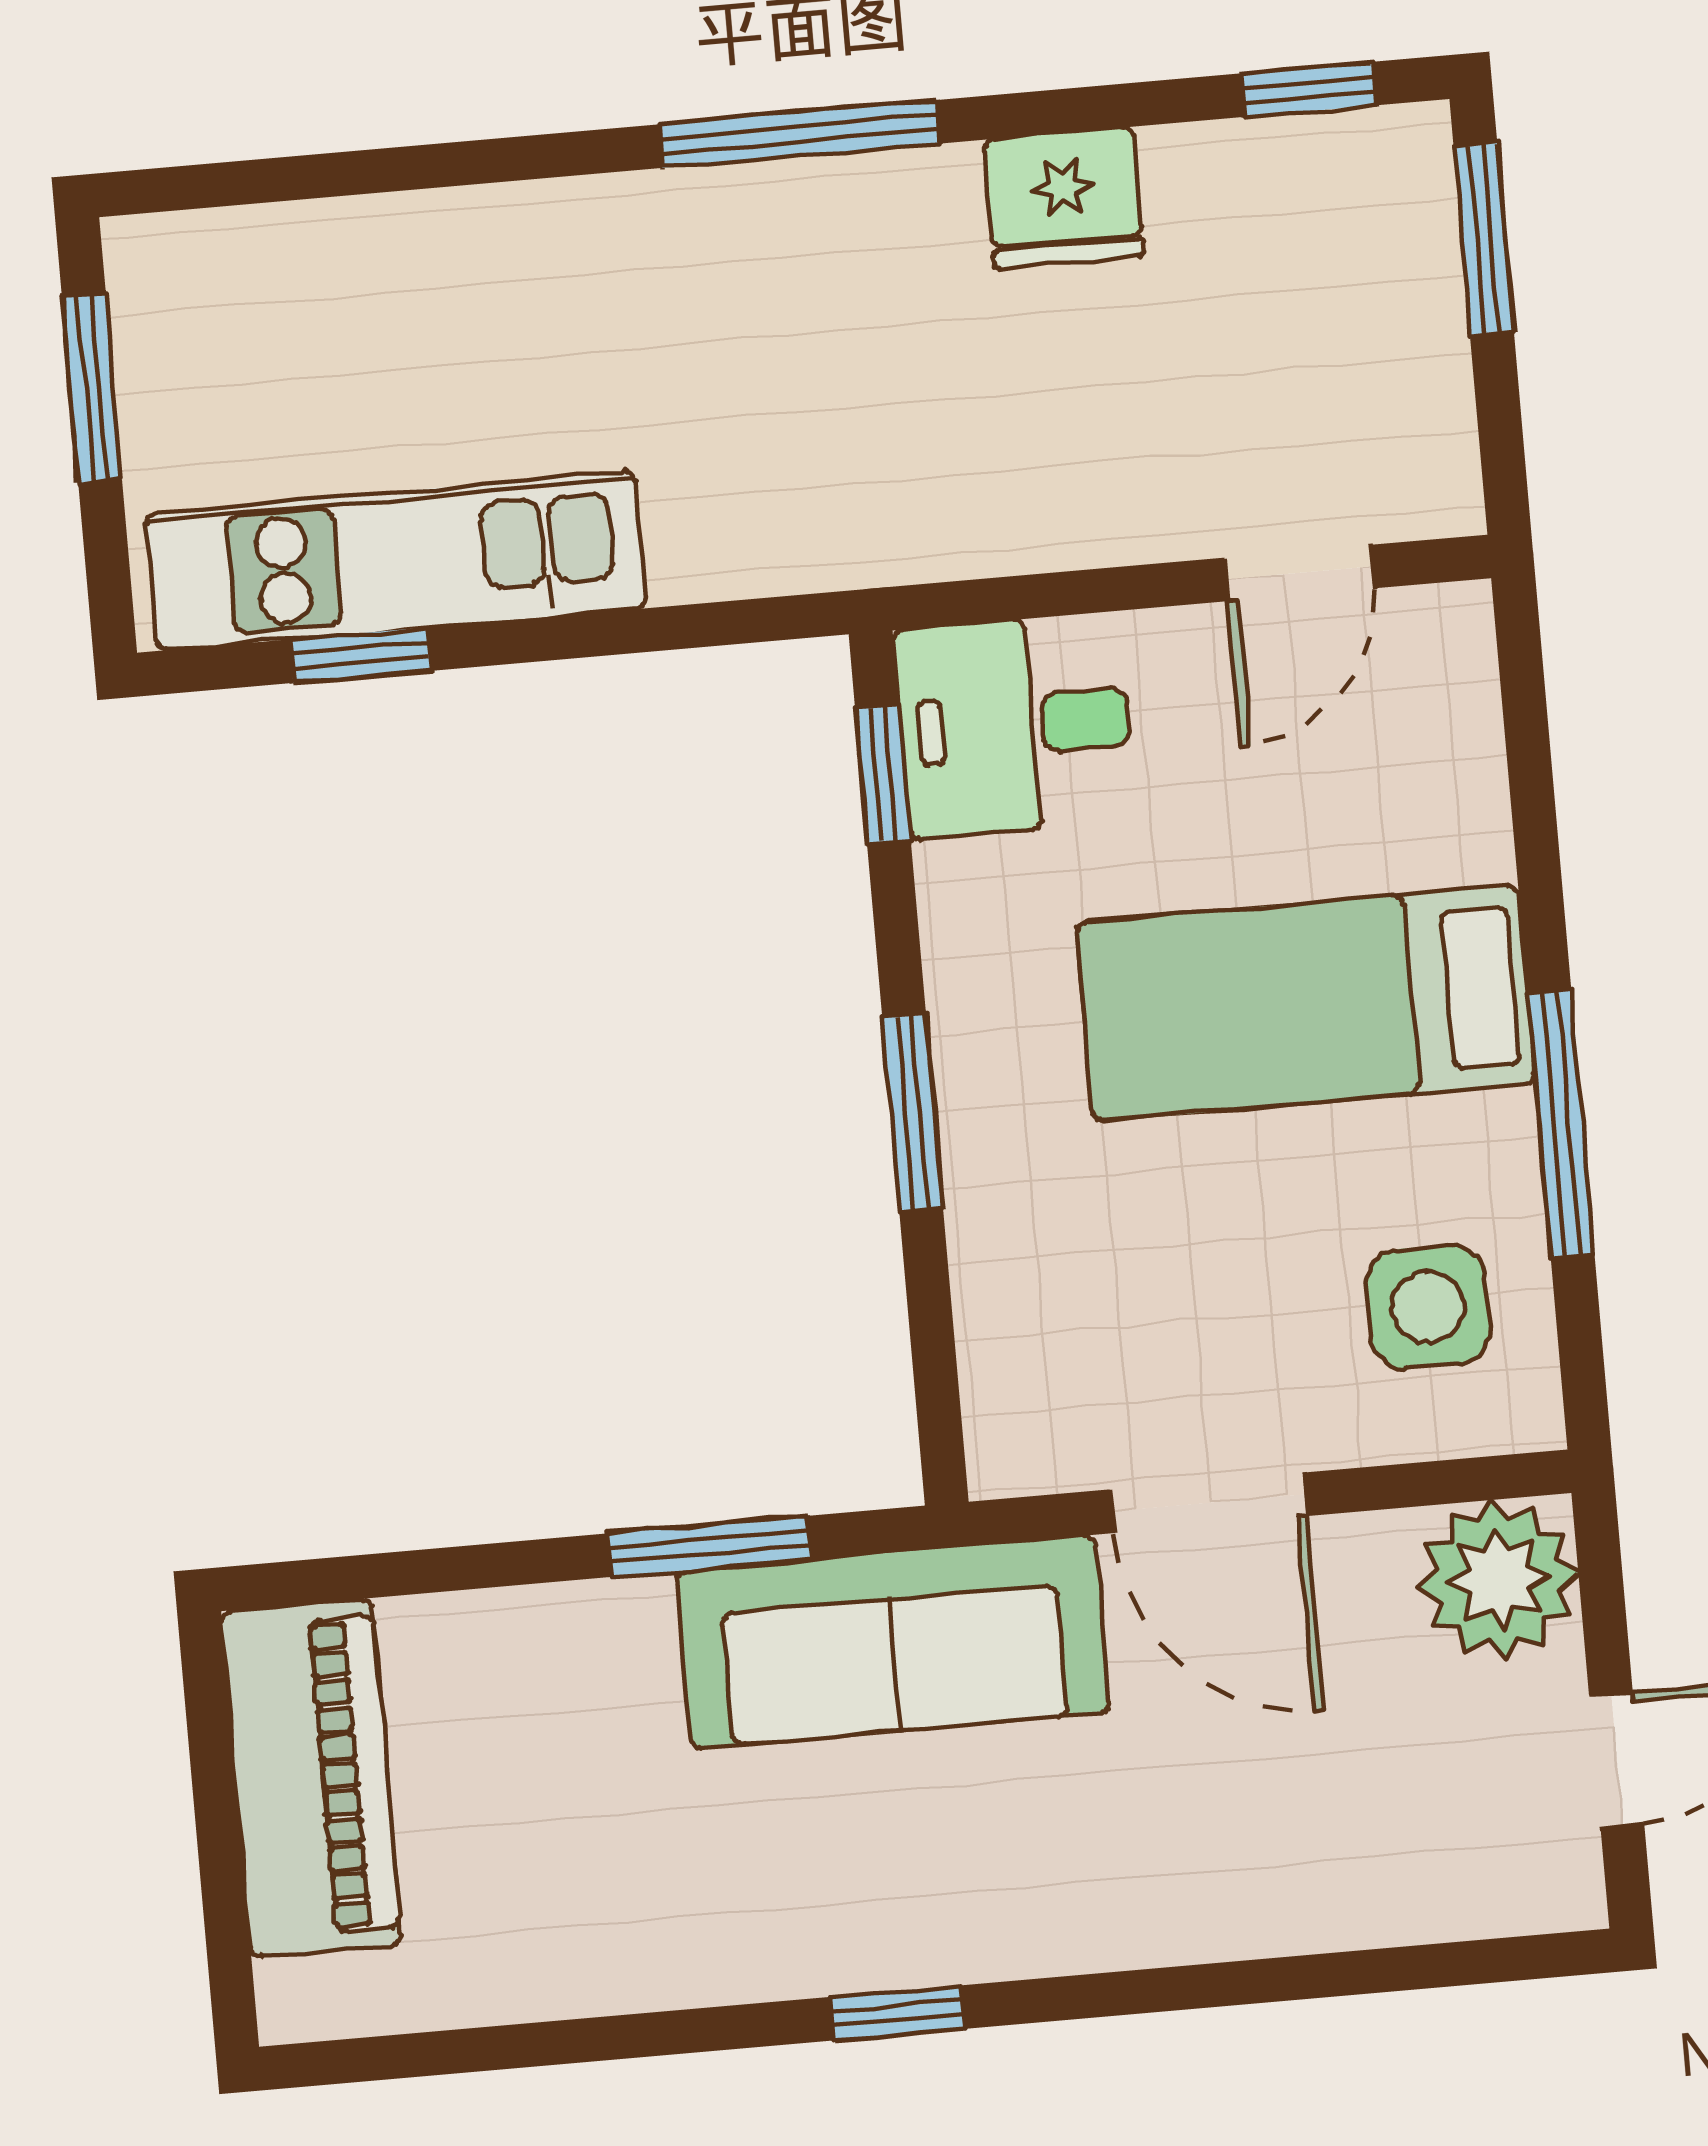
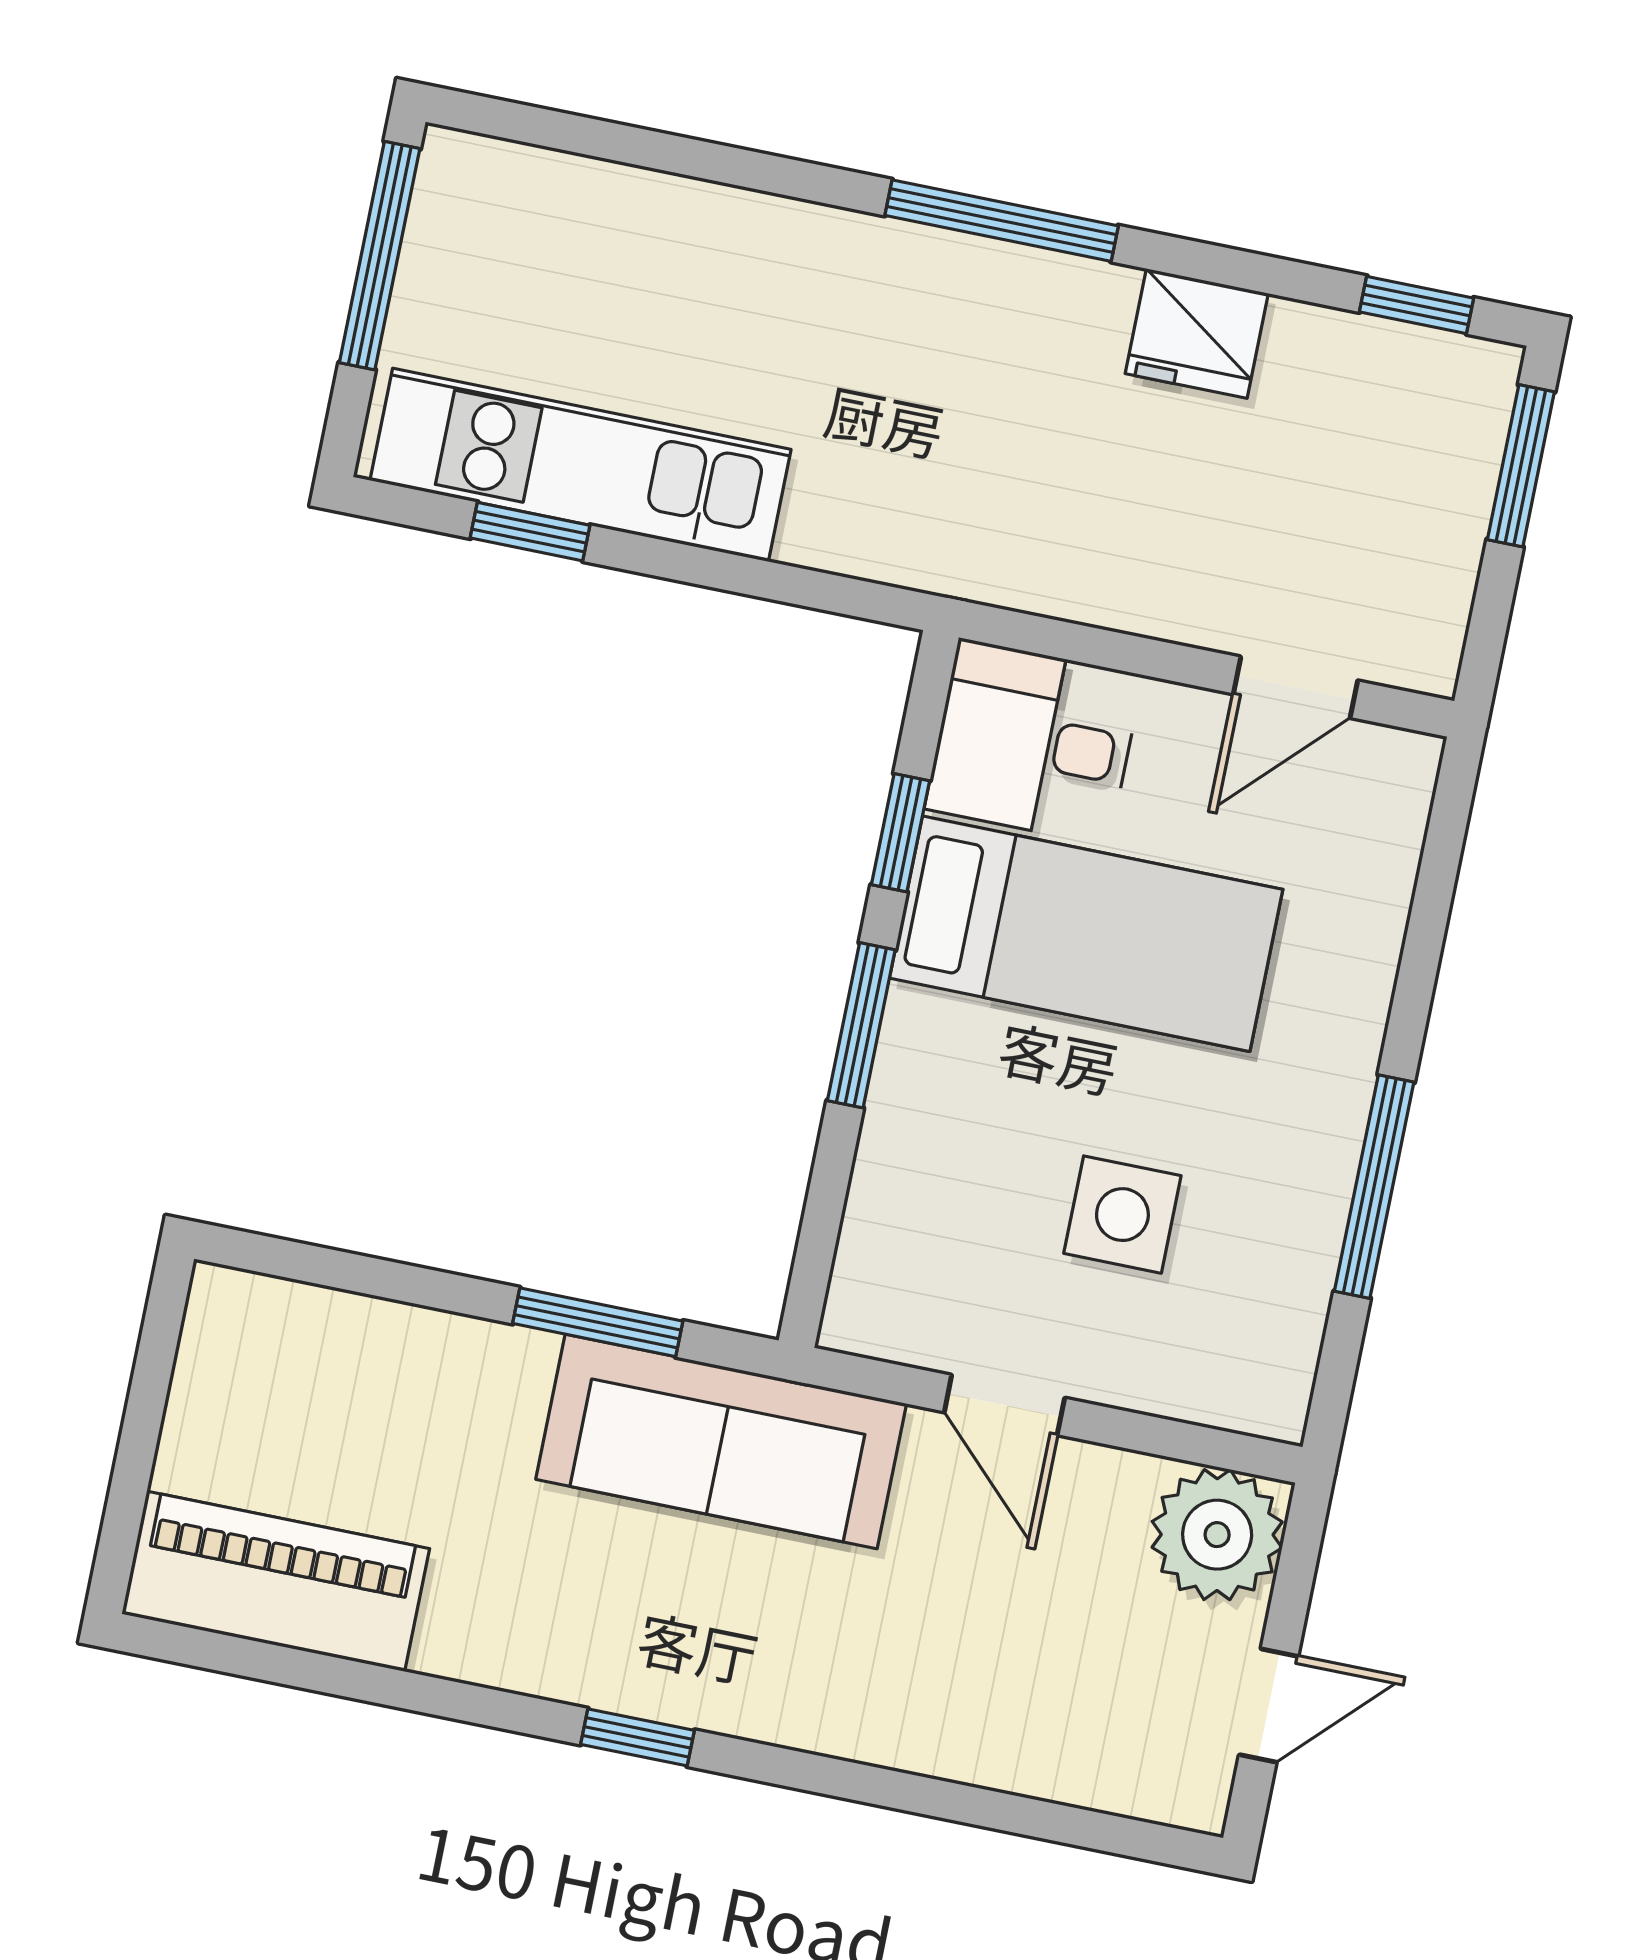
window: (92, 388) -> (380, 256), width x1.44
window: (883, 774) -> (900, 833), moved
bed: (1306, 1003) -> (1086, 934), moved, turned 180
side table: (1428, 1307) -> (1122, 1215), moved
door: (1208, 1503) -> (1004, 1405), width x0.73
piano: (311, 1778) -> (276, 1581), moved, turned -90

